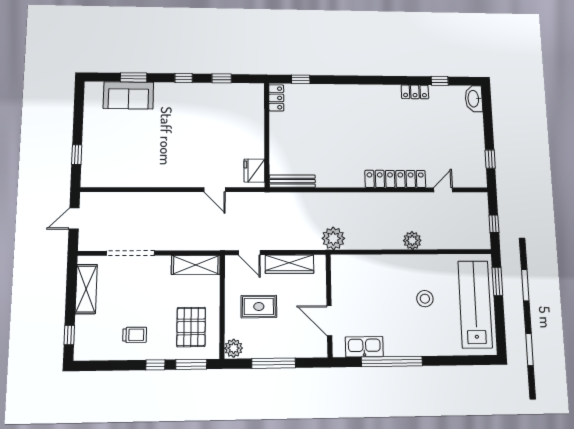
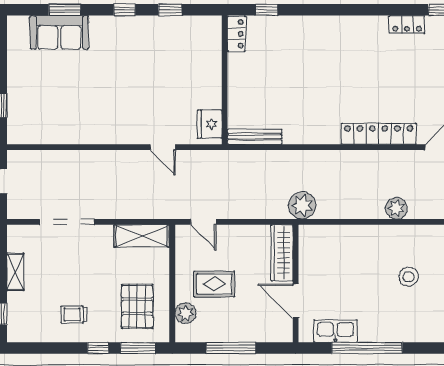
wardrobe: (290, 264) -> (282, 253), moved, turned 90
shelving: (86, 289) -> (15, 272), width x0.67, depth x0.75
trolley: (135, 335) -> (74, 314), turned 180
plant: (234, 348) -> (185, 313), moved

